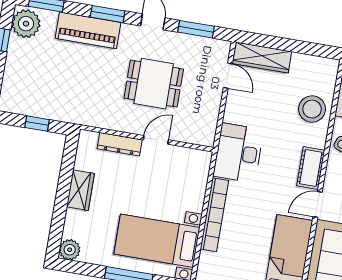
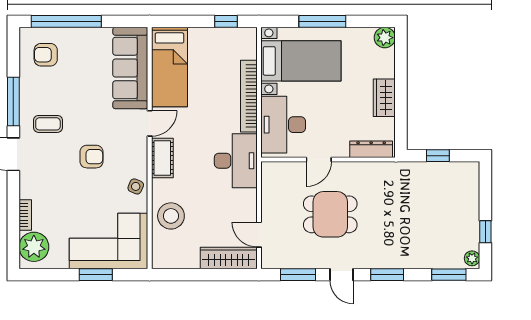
plant: (26, 24) -> (472, 258), width x0.53, depth x0.53
piano: (88, 30) -> (404, 255), removed
dresser: (120, 144) -> (371, 149), moved
desk: (185, 181) -> (283, 125), added

